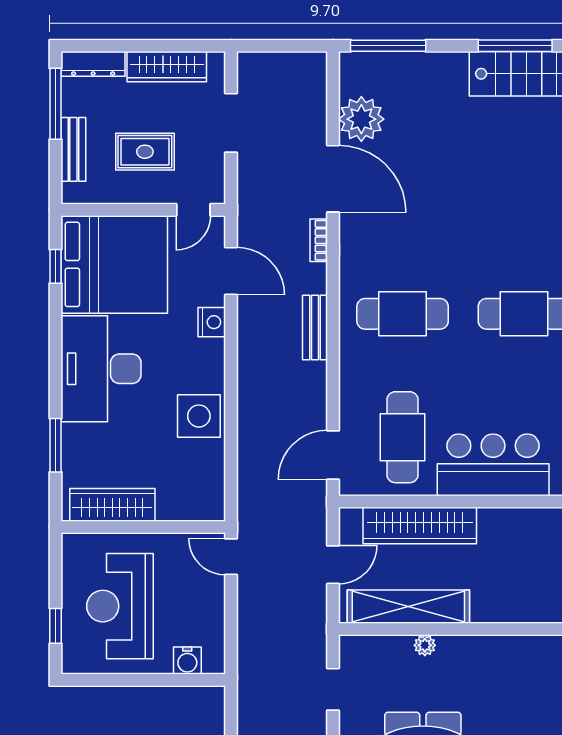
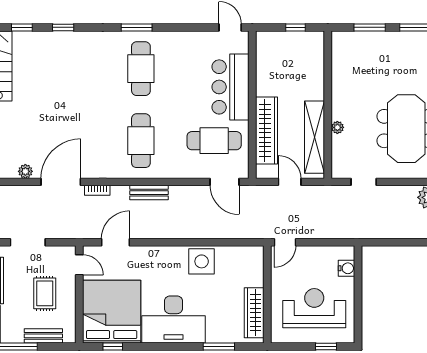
plant: (361, 119) -> (25, 171), width x0.53, depth x0.53
nightstand: (212, 322) -> (146, 254), removed
reception desk: (120, 606) -> (314, 308), turned 180

